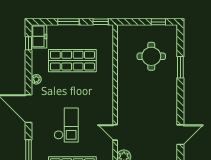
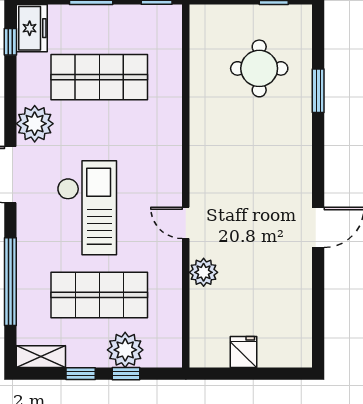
plant: (36, 79) -> (35, 124), width x1.88, depth x1.88
checkout: (66, 125) -> (87, 208), width x1.36, depth x1.21

